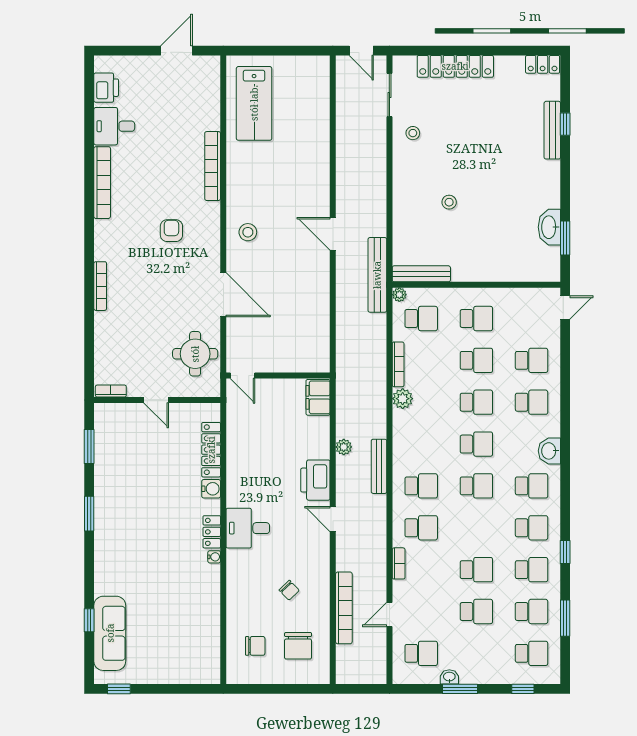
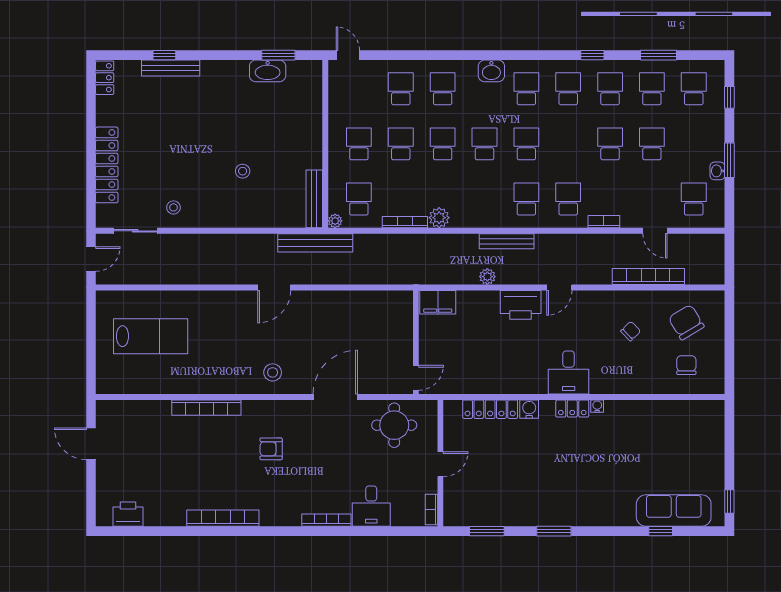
lab bench: (254, 103) -> (151, 336), moved
desk: (114, 126) -> (371, 506), moved
chair: (298, 646) -> (686, 322), turned -121

